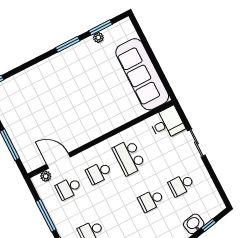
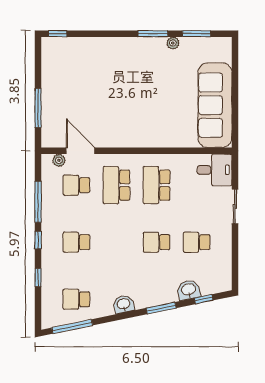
plant: (98, 37) -> (173, 43), moved
school desk: (99, 173) -> (116, 185), width x1.85

